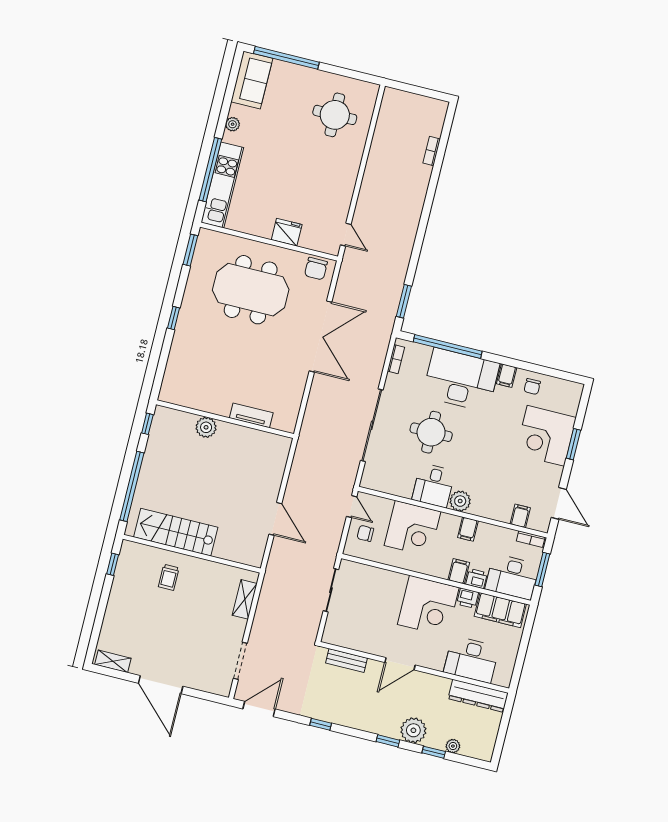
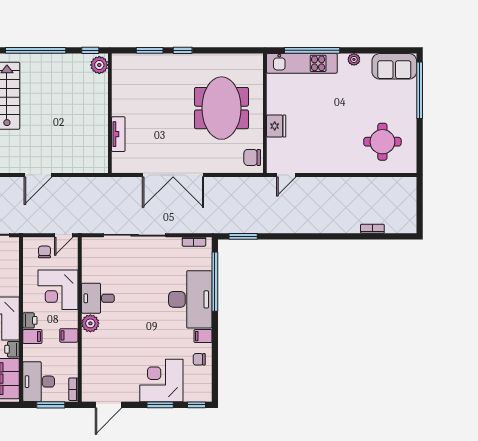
window: (190, 250) -> (150, 50), moved
double door: (320, 336) -> (173, 175), moved
window: (584, 403) -> (197, 405), added
plant: (206, 427) -> (99, 65), moved
round table: (431, 432) -> (141, 285), removed
filing cabinet: (520, 516) -> (90, 376), removed
printer: (476, 579) -> (30, 320), moved

